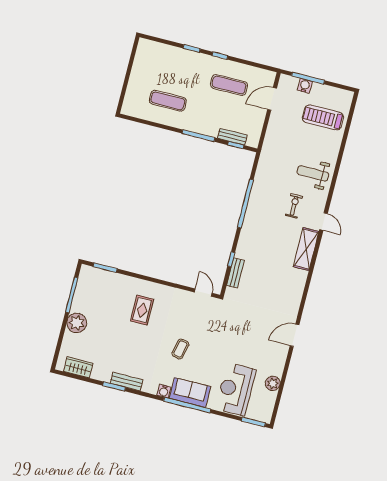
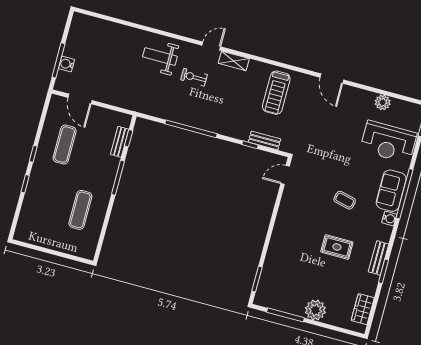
treadmill: (323, 117) -> (276, 93), moved
weight bench: (313, 173) -> (160, 57), turned 90
shelving: (306, 249) -> (234, 61), width x0.67, depth x0.75
rug: (142, 310) -> (337, 247), moved

